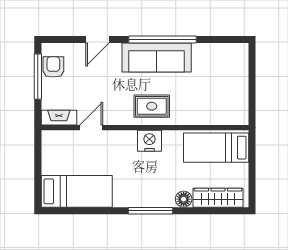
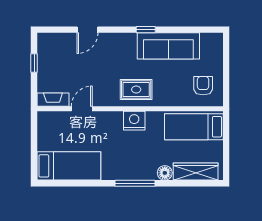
window: (162, 39) -> (146, 30), width x0.32
sofa: (157, 58) -> (168, 46), moved
armchair: (53, 67) -> (203, 86), moved
window: (38, 77) -> (34, 63), width x0.46

